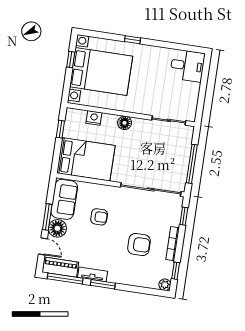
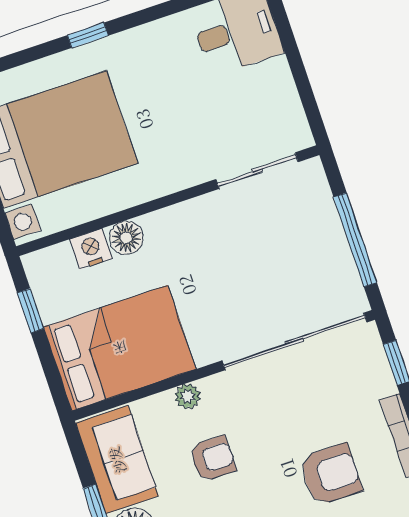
floor lamp: (125, 123) -> (126, 238), moved
plant: (102, 190) -> (188, 396), added

